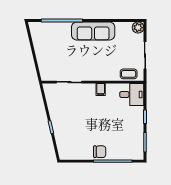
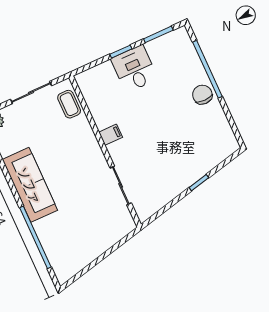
desk: (132, 94) -> (134, 69), moved

